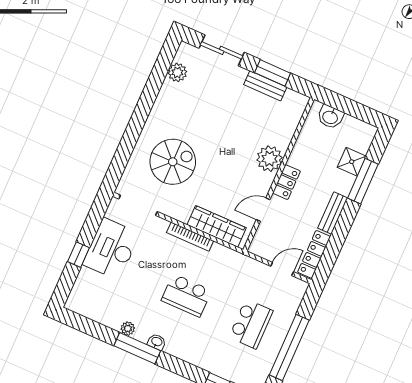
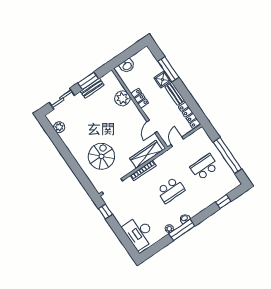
plant: (269, 159) -> (122, 98), moved
shower: (352, 162) -> (163, 79), moved
locker: (286, 182) -> (140, 98), moved
desk: (111, 249) -> (139, 233), moved
window: (78, 255) -> (105, 211), moved
door: (282, 269) -> (177, 142), moved
school desk: (251, 324) -> (204, 167), turned -90

